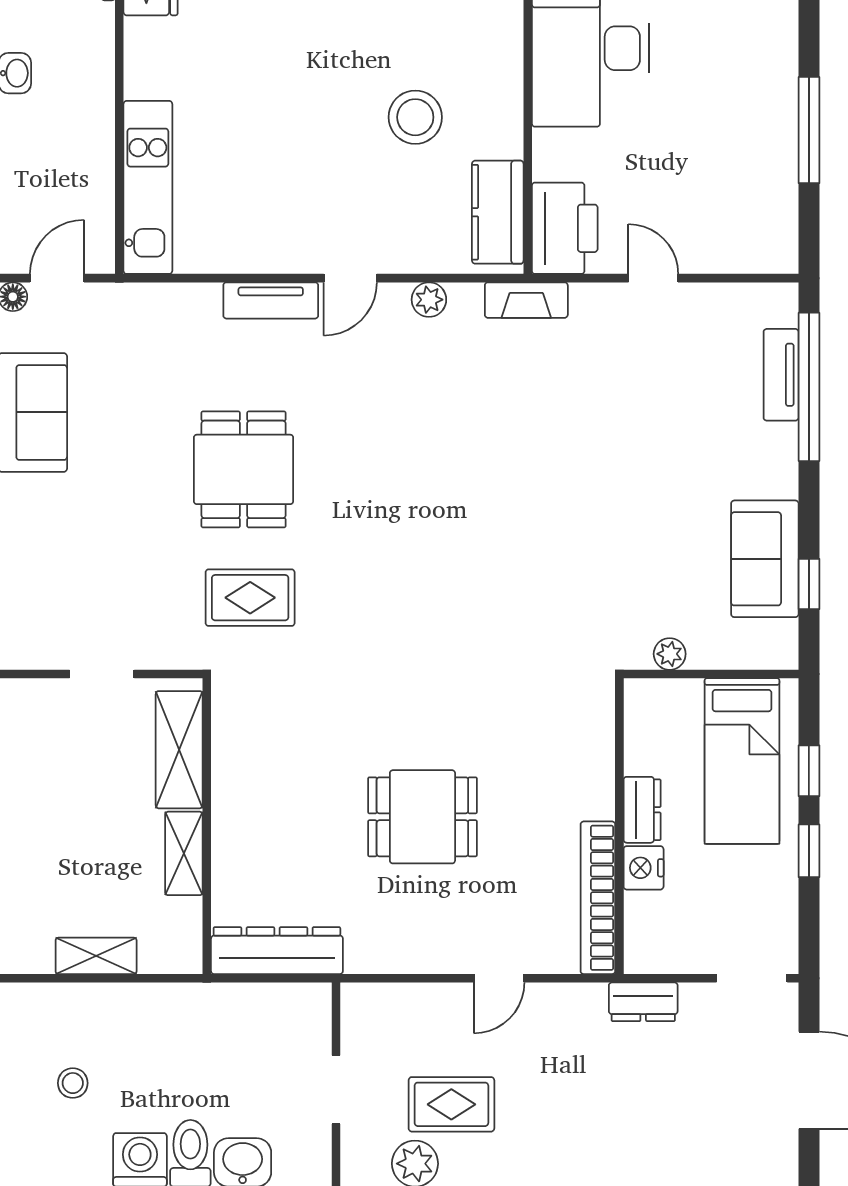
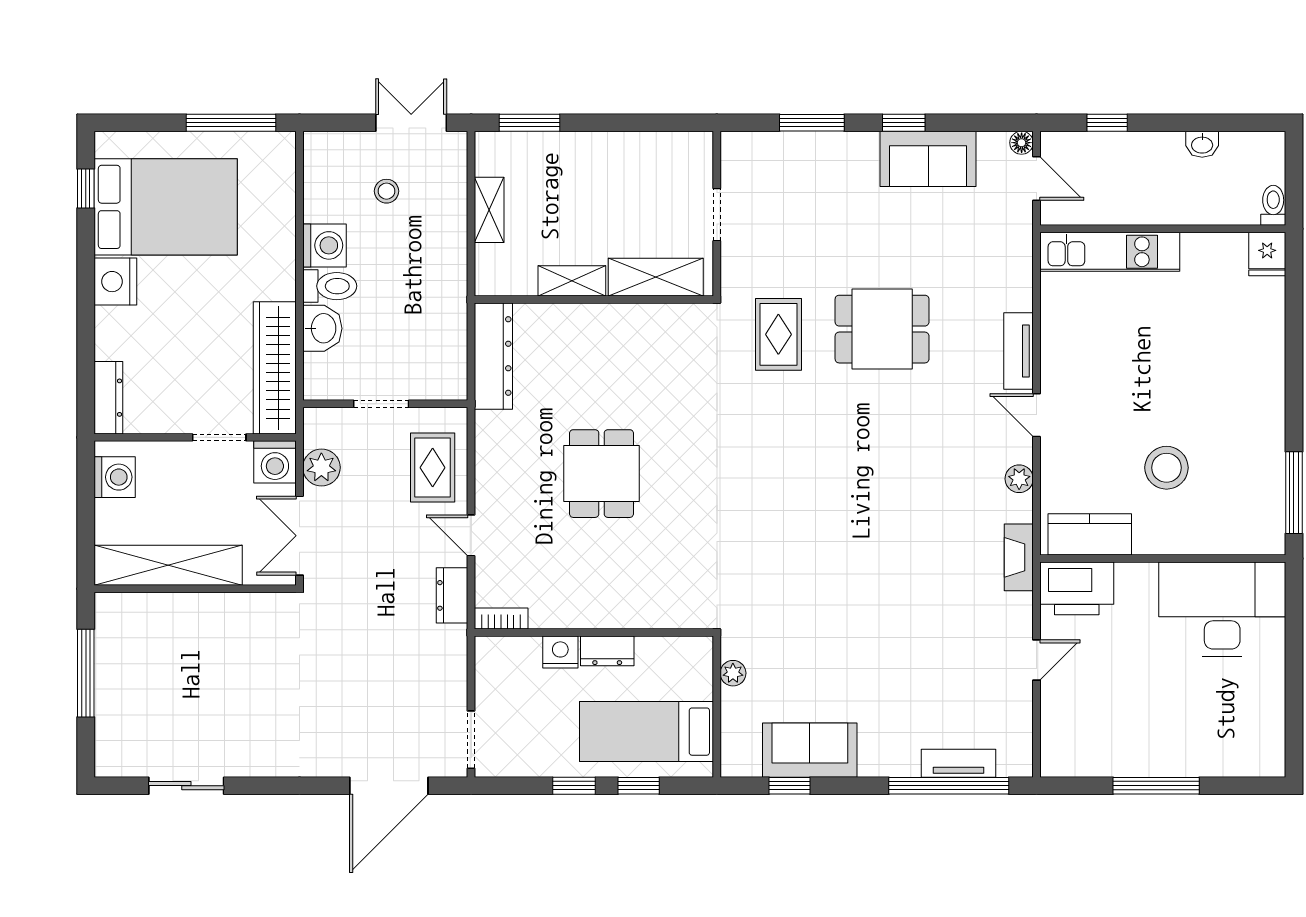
bookcase: (598, 898) -> (501, 619), width x0.43, depth x0.76
dresser: (643, 1002) -> (452, 595), moved
rug: (451, 1104) -> (433, 468), moved

